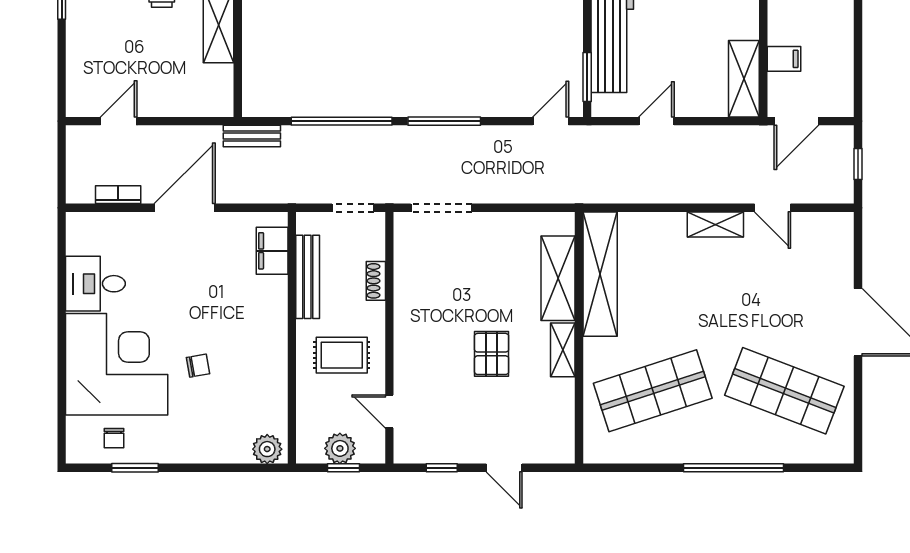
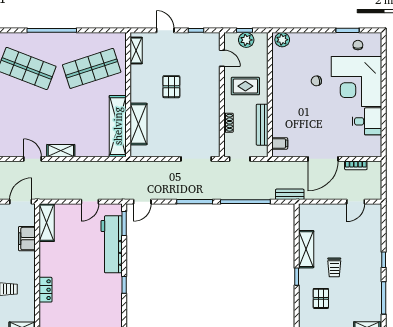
filing cabinet: (784, 59) -> (27, 239), width x2.00
filing cabinet: (272, 251) -> (280, 143), width x0.50
shelving: (563, 350) -> (136, 50), moved

